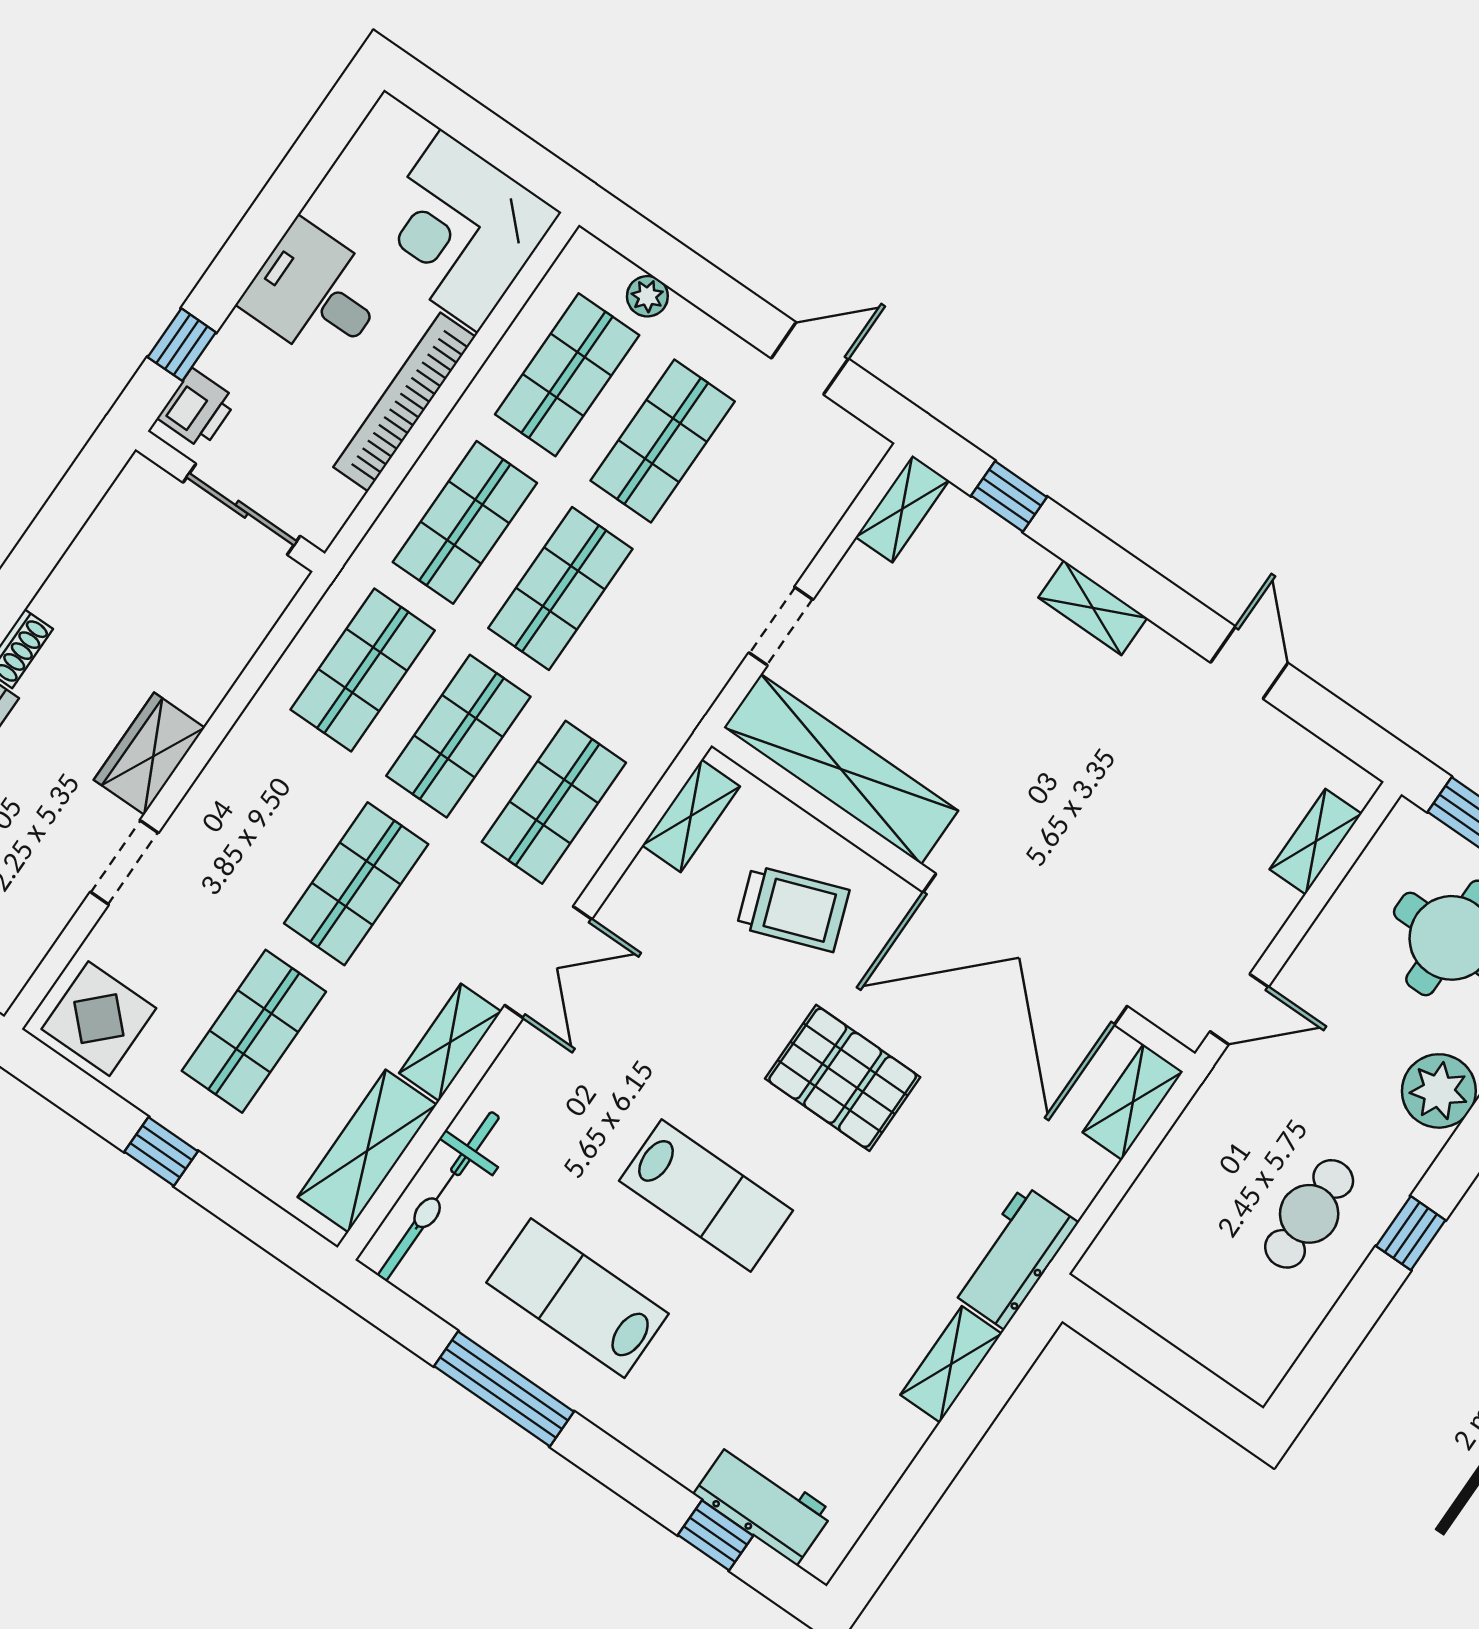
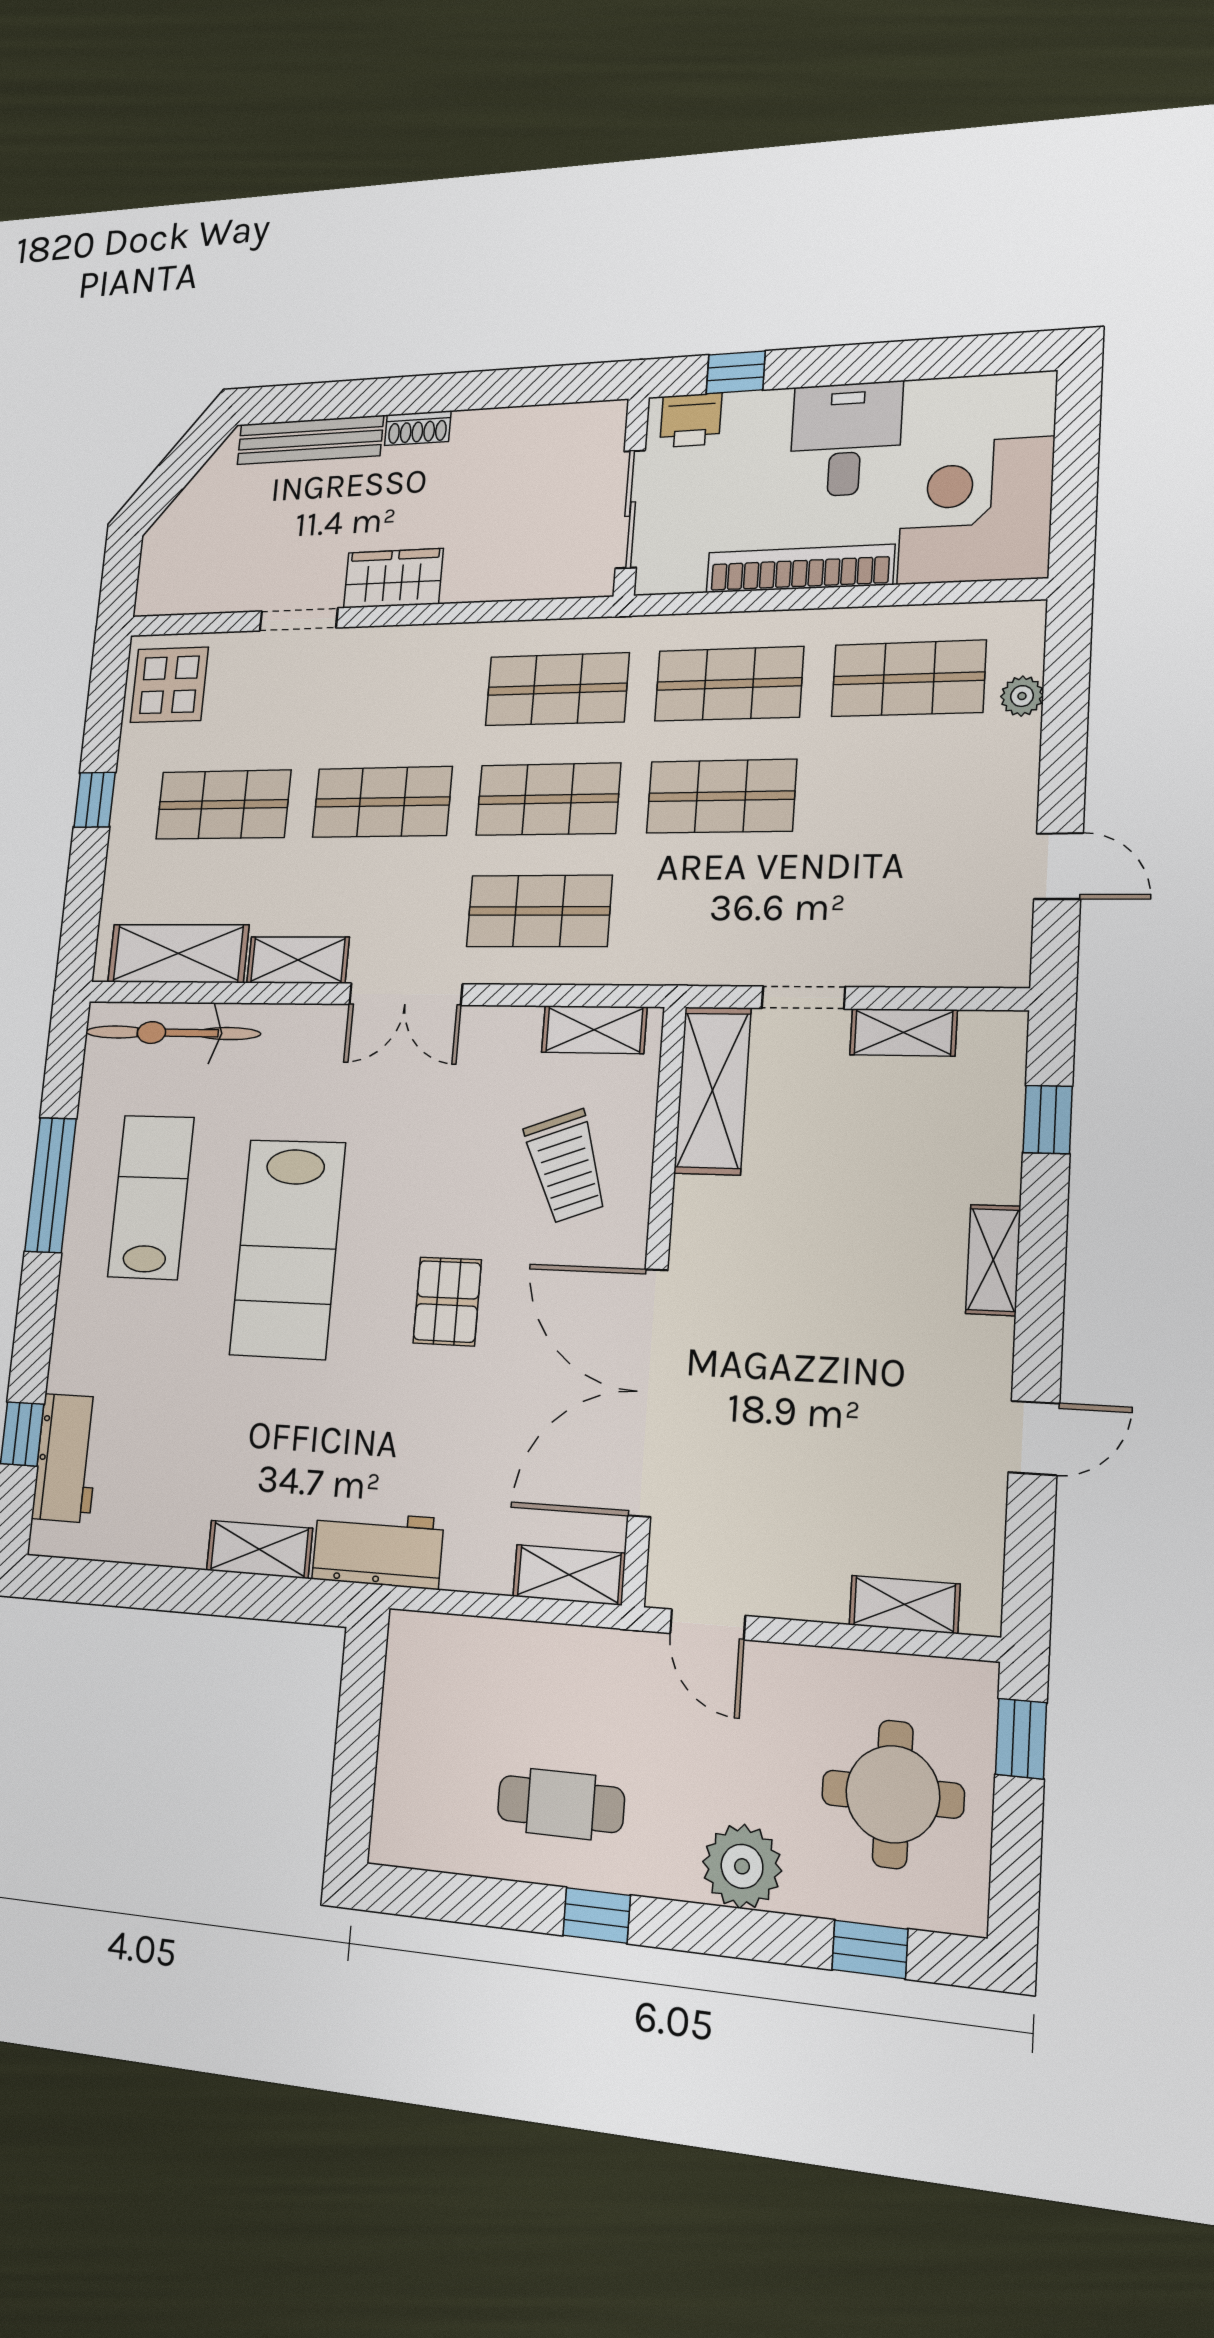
shop shelf: (663, 441) -> (902, 793), removed
shelving: (902, 509) -> (903, 1032), moved
shelving: (841, 769) -> (713, 1090), width x0.68
pallet: (843, 1078) -> (447, 1301), width x0.67, depth x0.71
lab bench: (706, 1196) -> (288, 1249), width x1.36, depth x1.39

